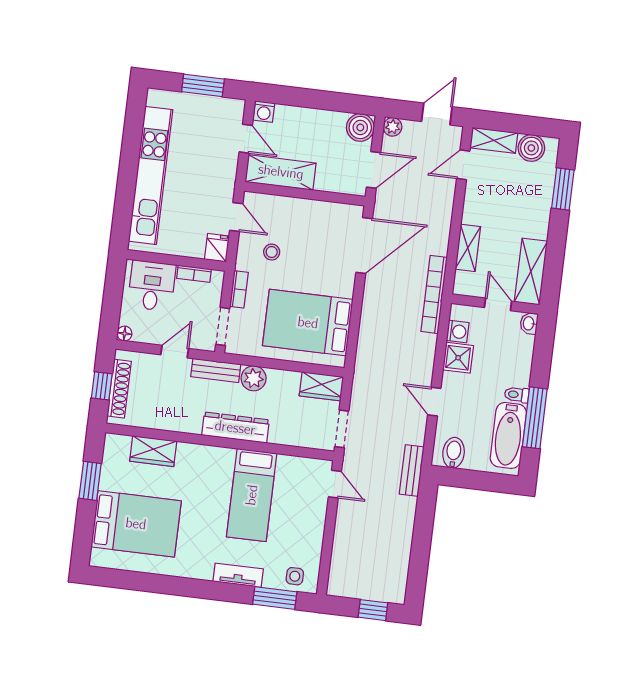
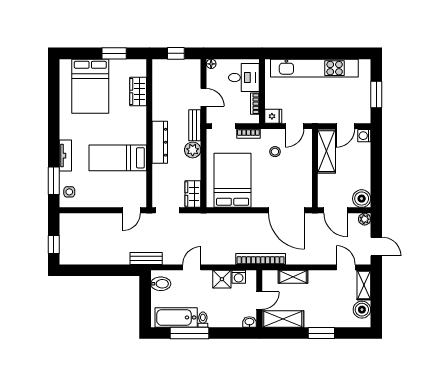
window: (563, 189) -> (321, 333), moved
shoe rack: (119, 389) -> (175, 65), removed

